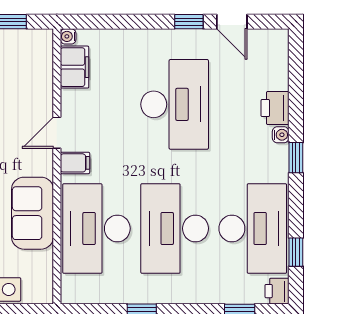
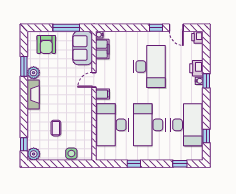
window: (296, 158) -> (206, 81), moved
sofa: (33, 213) -> (83, 48), moved
printer: (277, 291) -> (197, 37), moved

